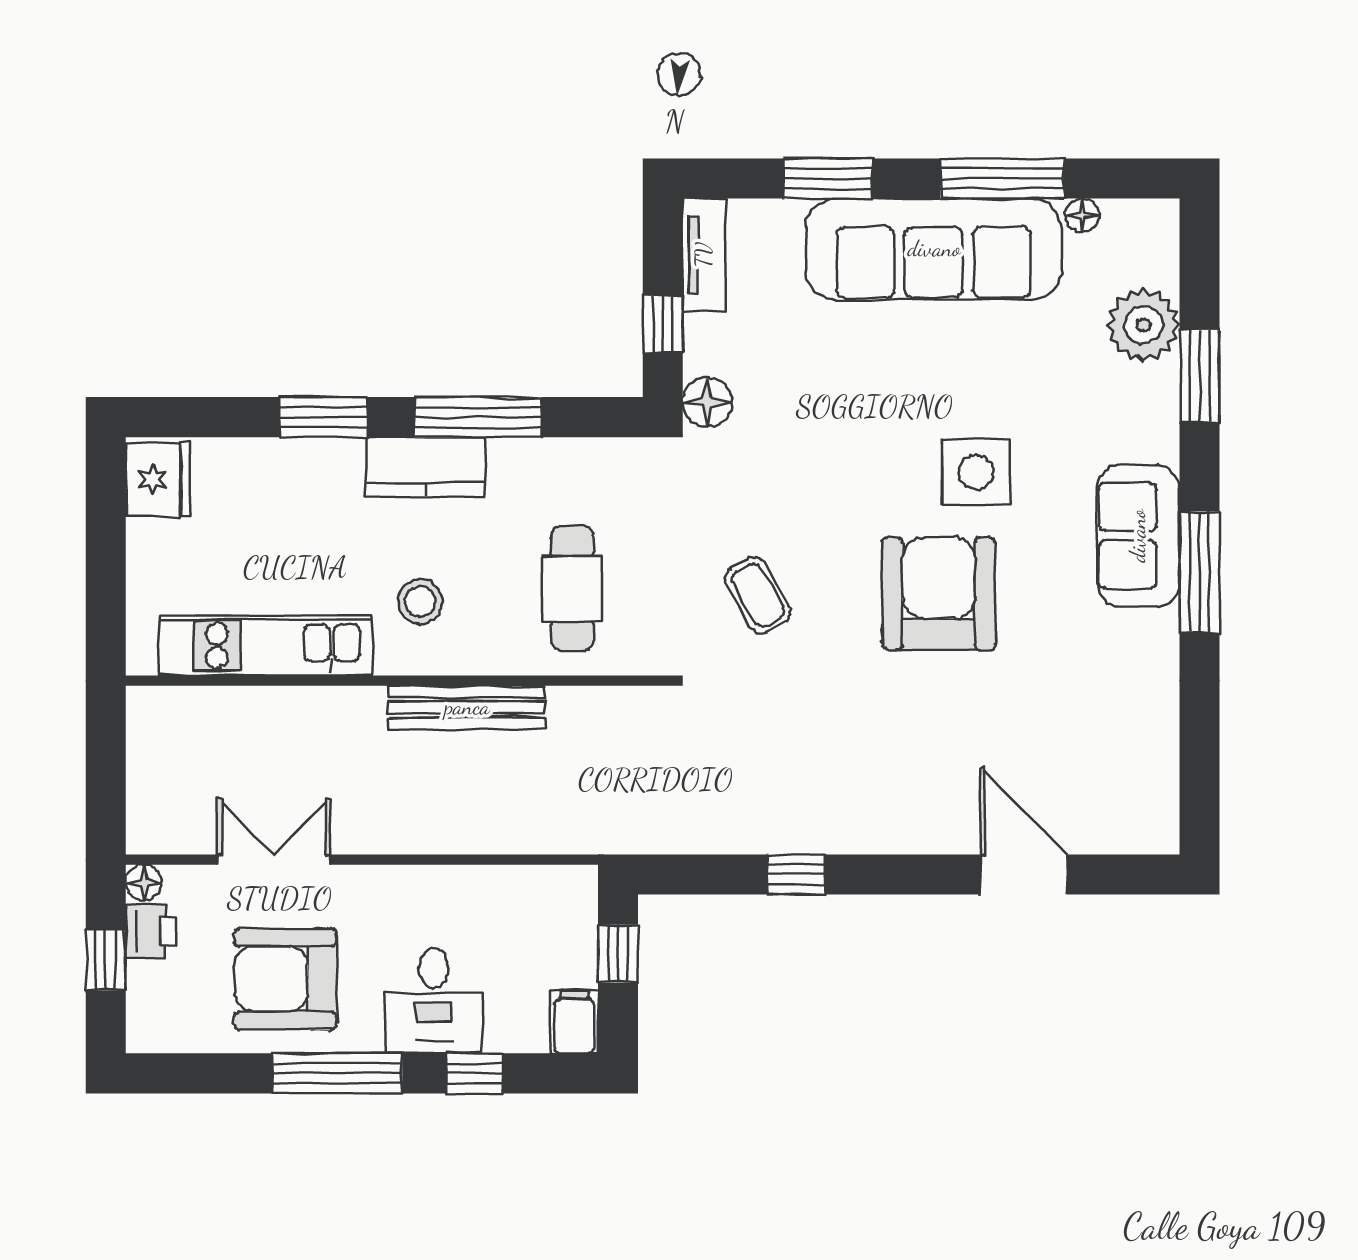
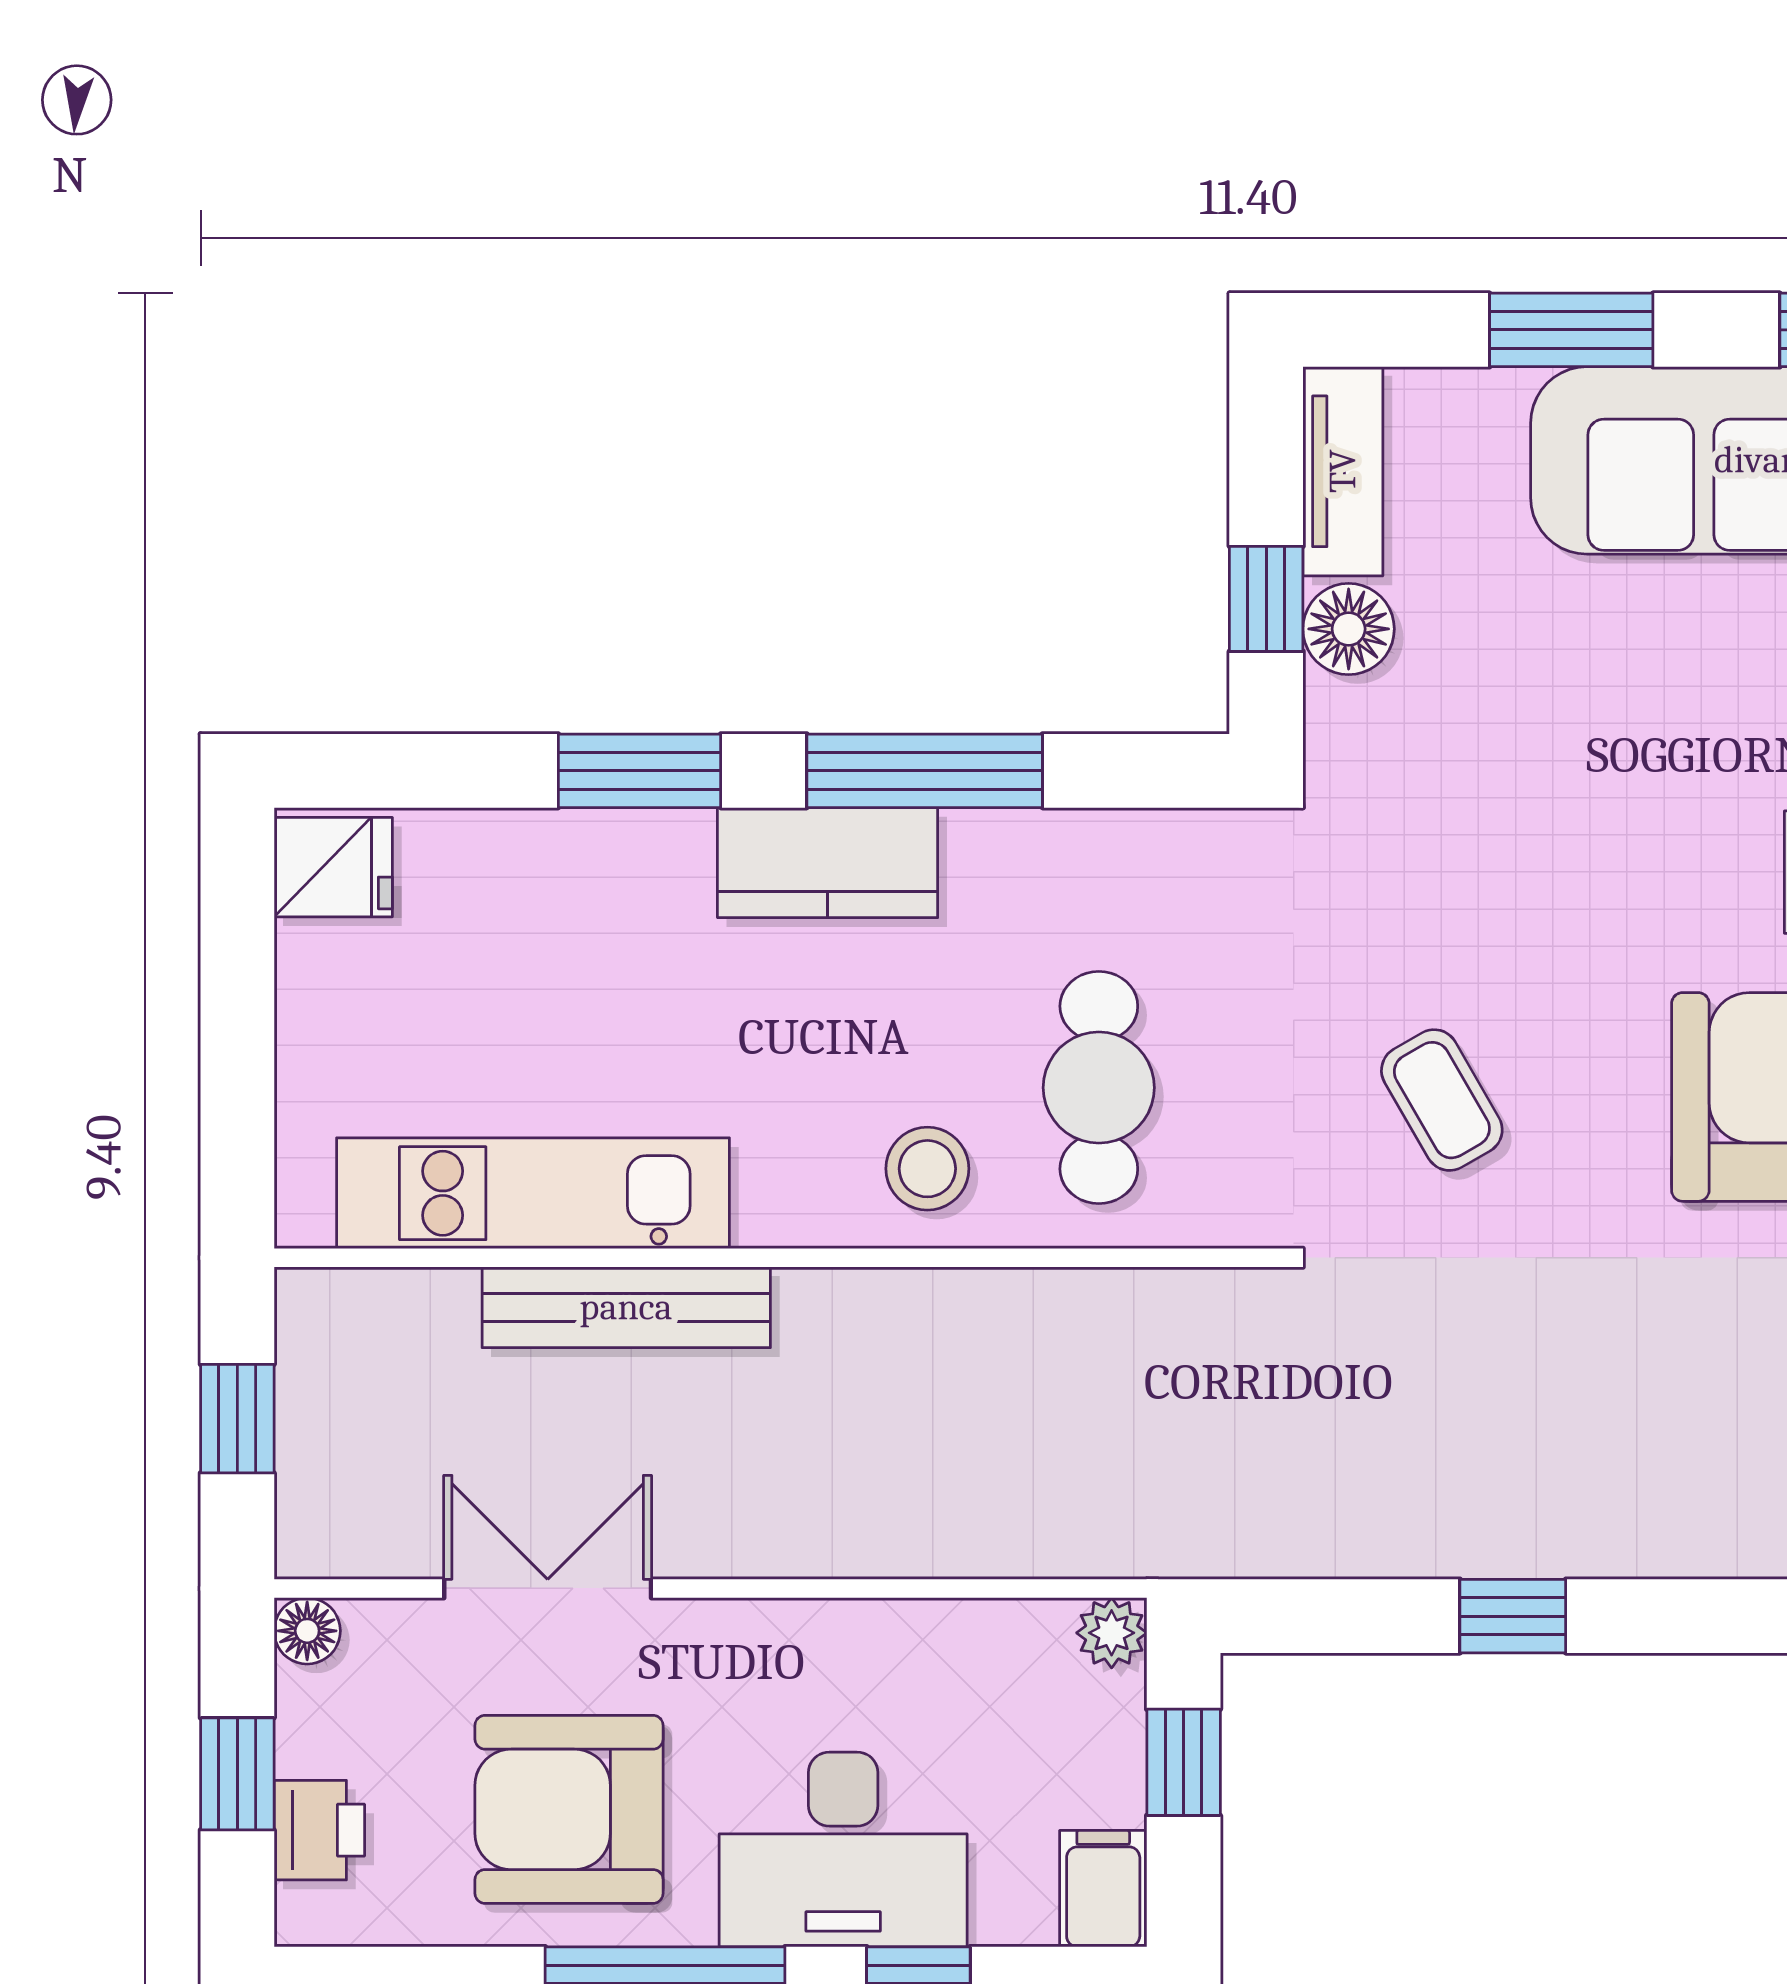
floor lamp: (707, 402) -> (1349, 629), moved
fridge: (158, 480) -> (333, 867), width x0.72
stool: (420, 602) -> (927, 1169), moved
bench: (467, 707) -> (626, 1307), moved
window: (106, 768) -> (237, 1419), added
plant: (579, 884) -> (1112, 1633), added
printer: (150, 931) -> (319, 1830), moved
desk: (434, 1001) -> (843, 1849), width x1.37

